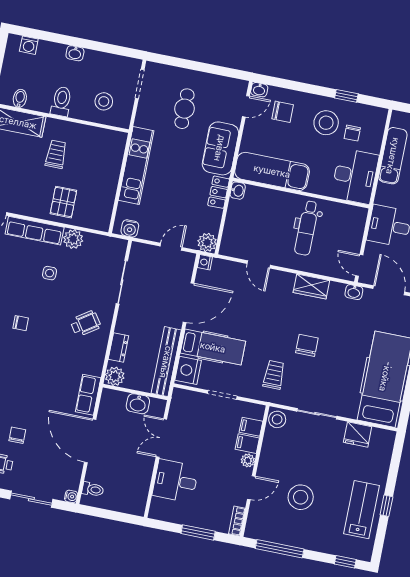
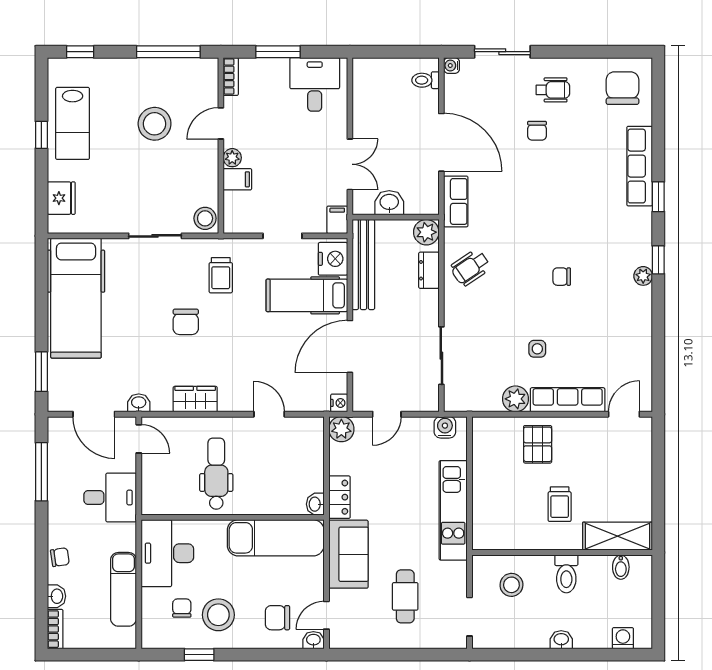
wheelchair: (85, 323) -> (470, 268), moved
filing cabinet: (251, 427) -> (337, 220), moved, turned -90
fridge: (358, 435) -> (61, 198), moved, turned 90
desk: (175, 481) -> (315, 84), moved, turned -90

